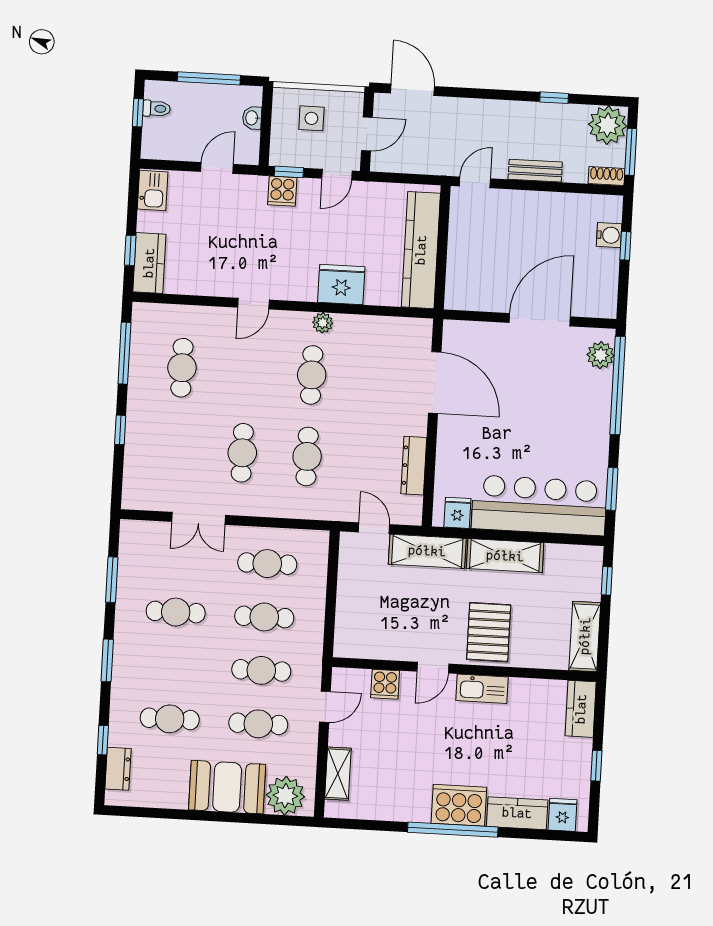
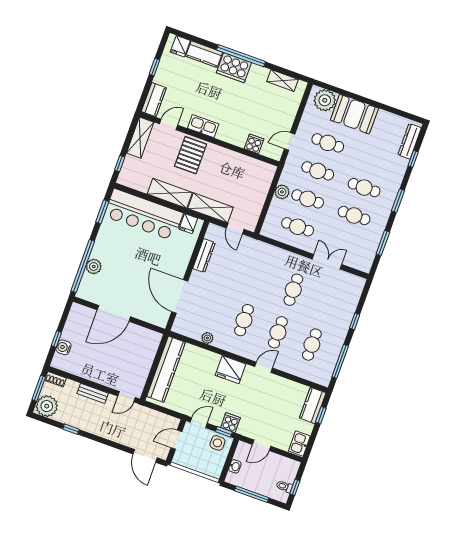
side table: (311, 118) -> (217, 443), moved
fridge: (341, 284) -> (231, 370), moved
plant: (323, 323) -> (207, 338), moved
plant: (601, 355) -> (94, 267), moved
cafe table: (307, 456) -> (278, 332), moved
plant: (312, 616) -> (282, 192), added
door: (433, 668) -> (169, 124), moved
cafe table: (170, 719) -> (364, 188), moved
dresser: (118, 769) -> (410, 141), width x1.44
shelving: (338, 774) -> (283, 81), moved, turned 90

